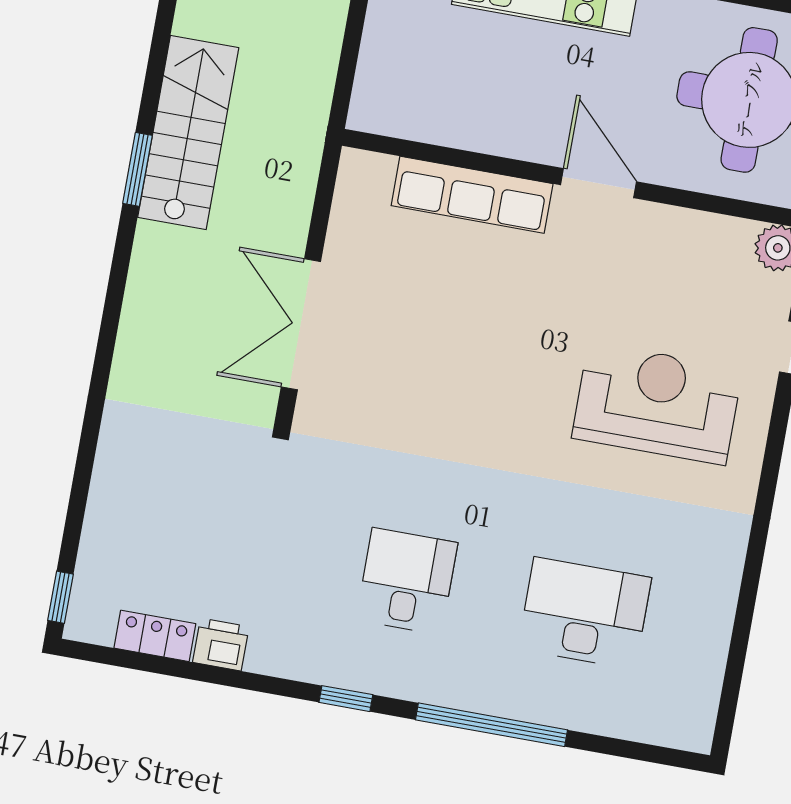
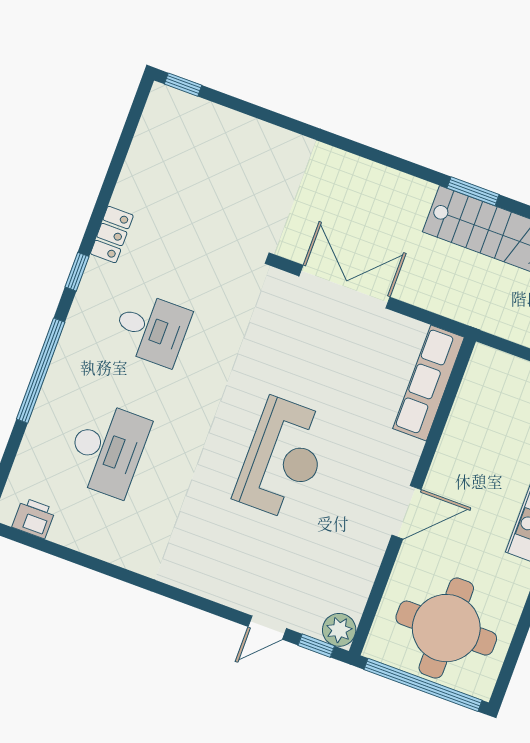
row of seats: (472, 195) -> (429, 383), moved
reception desk: (657, 403) -> (283, 459), moved
locker: (155, 636) -> (112, 235), moved
printer: (221, 644) -> (34, 518), moved, turned -90

